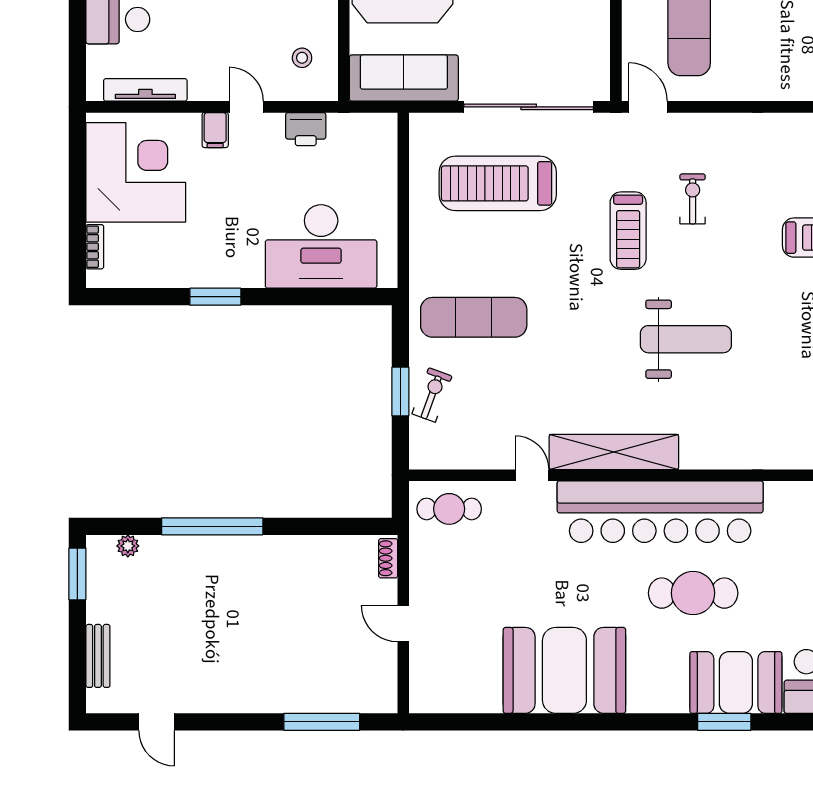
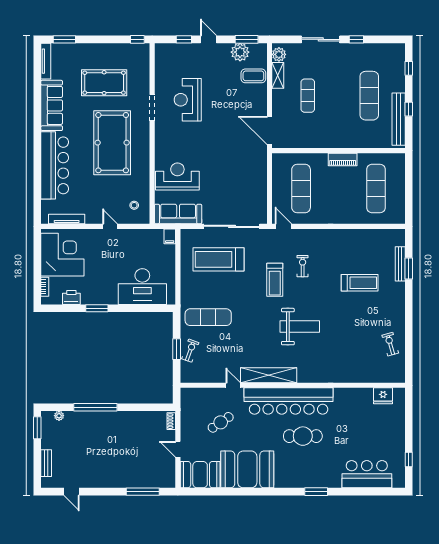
printer: (306, 129) -> (71, 297), moved, turned 180
filing cabinet: (215, 130) -> (170, 236), moved
cafe table: (449, 509) -> (221, 422), moved, turned -34
booth: (736, 682) -> (200, 475), moved

